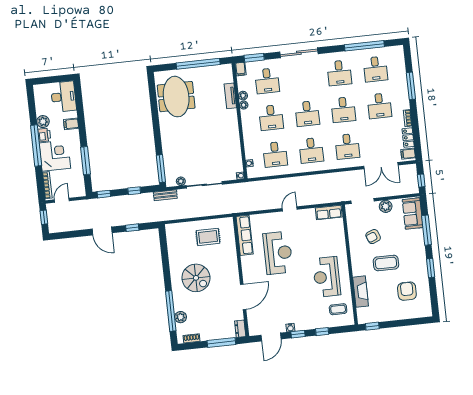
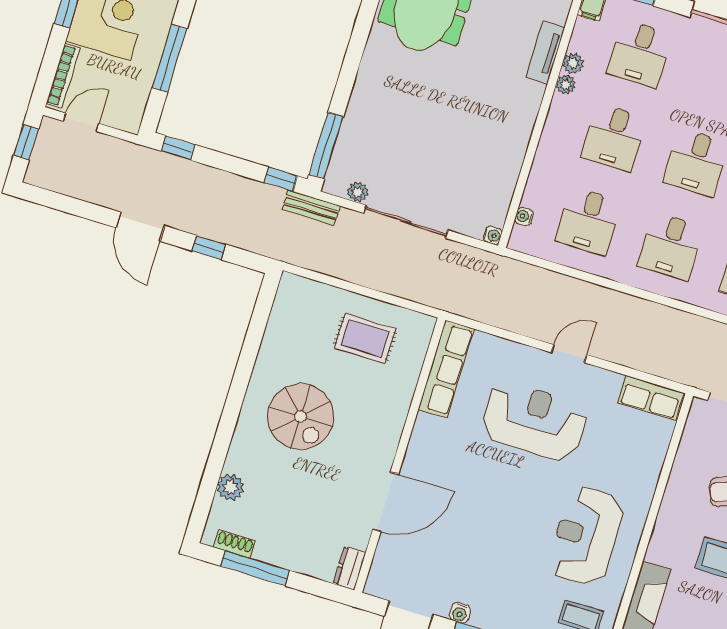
window: (134, 191) -> (281, 179), moved
reception desk: (278, 253) -> (534, 421), moved, turned -90
window: (171, 311) -> (215, 465), removed
window: (221, 342) -> (255, 568), moved

